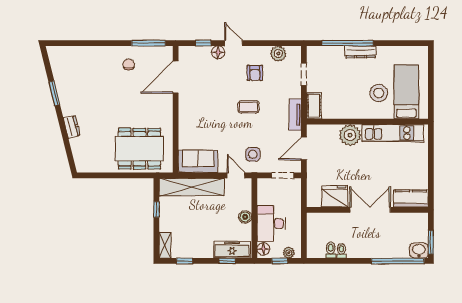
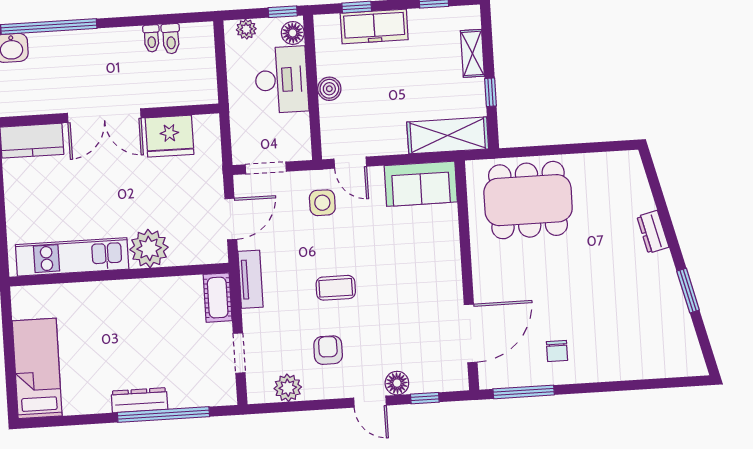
bed: (406, 92) -> (37, 368), moved, turned 180
stool: (379, 93) -> (102, 328), removed
shelving: (192, 187) -> (448, 135), width x0.68
shelving: (165, 245) -> (472, 53), moved
freezer: (232, 250) -> (374, 26), moved
window: (280, 261) -> (283, 12), moved

